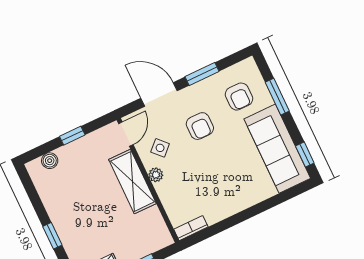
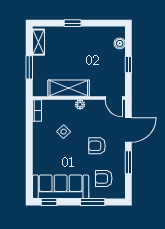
side table: (160, 148) -> (64, 132), moved
shelving: (132, 182) -> (69, 88), moved

